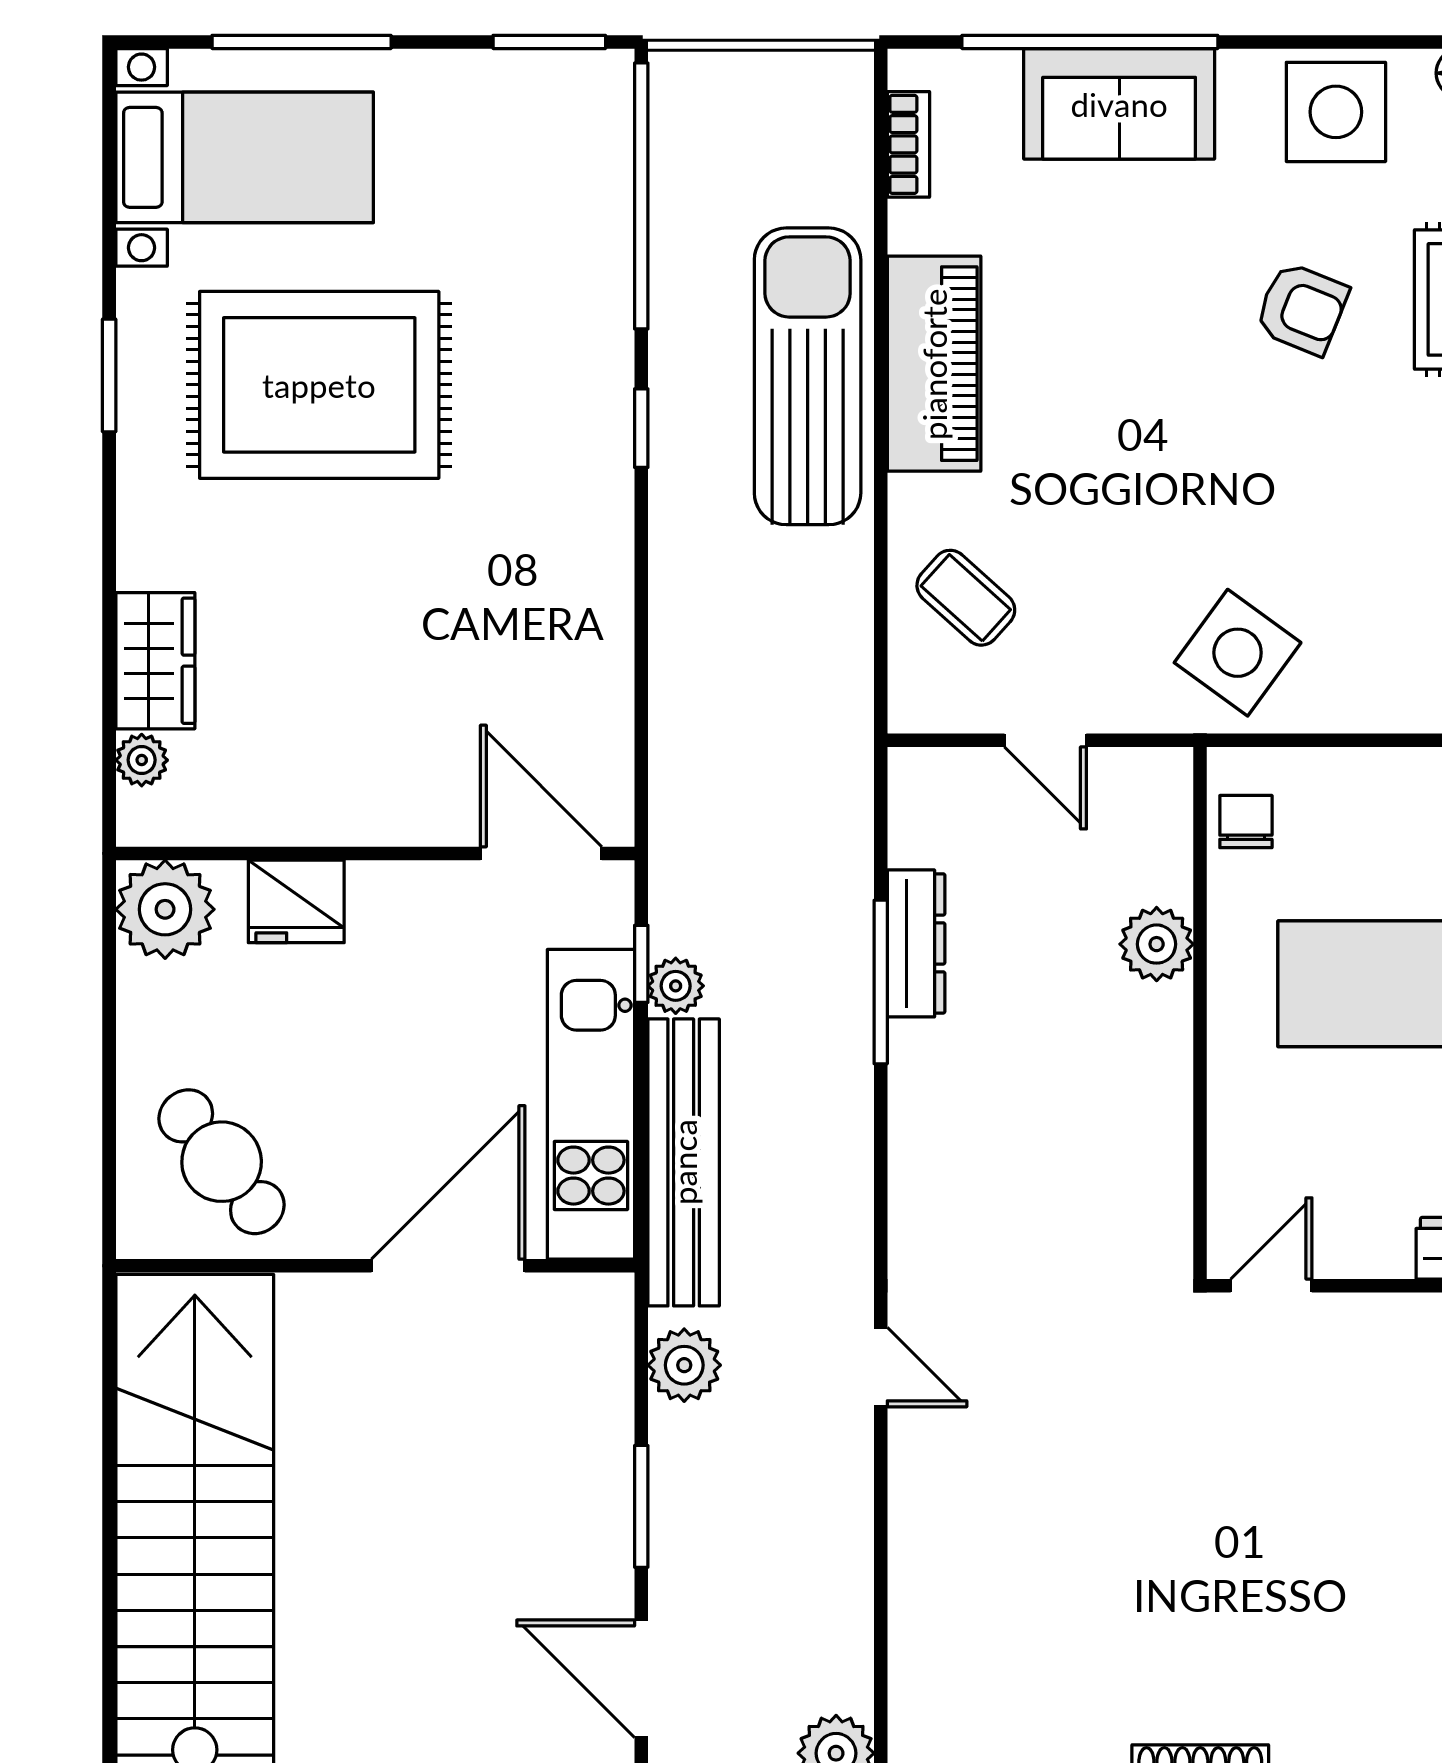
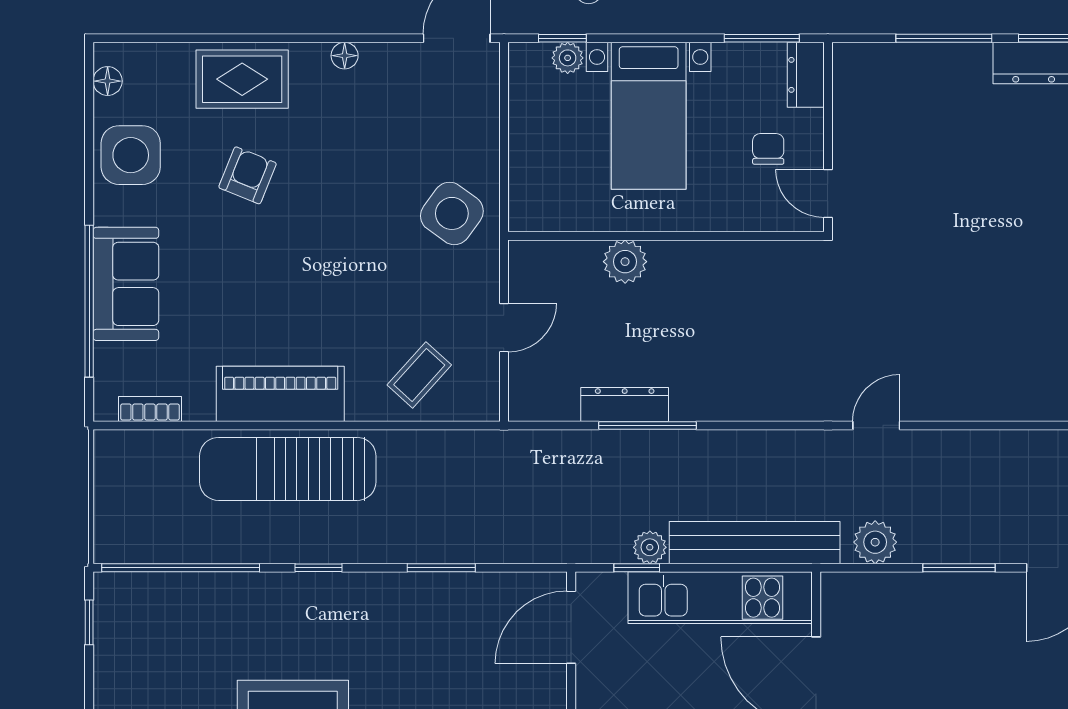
window: (549, 42) -> (89, 622), width x0.67
window: (641, 635) -> (441, 568), added
chair: (1246, 822) -> (768, 149), moved, turned 90

